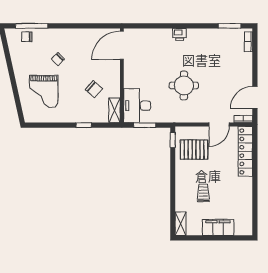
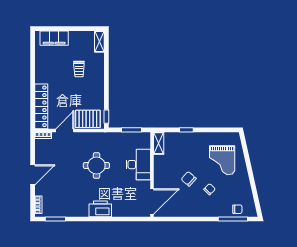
printer: (179, 34) -> (100, 209), width x1.87, depth x1.48
chair: (94, 89) -> (189, 179), moved
grand piano: (44, 91) -> (222, 160), turned 180
door: (255, 97) -> (33, 175), moved
desk: (137, 106) -> (138, 165), moved
pallet: (194, 150) -> (88, 119), moved
filing cabinet: (218, 227) -> (54, 38), moved

